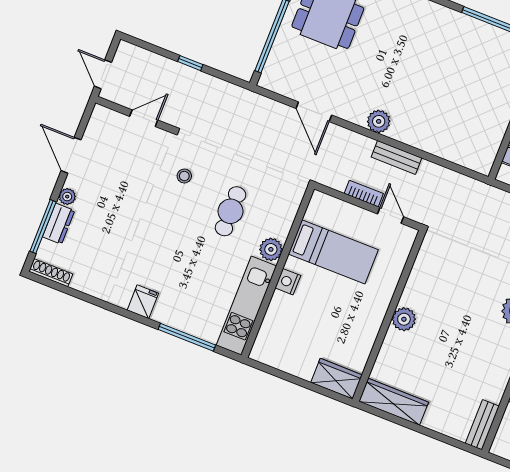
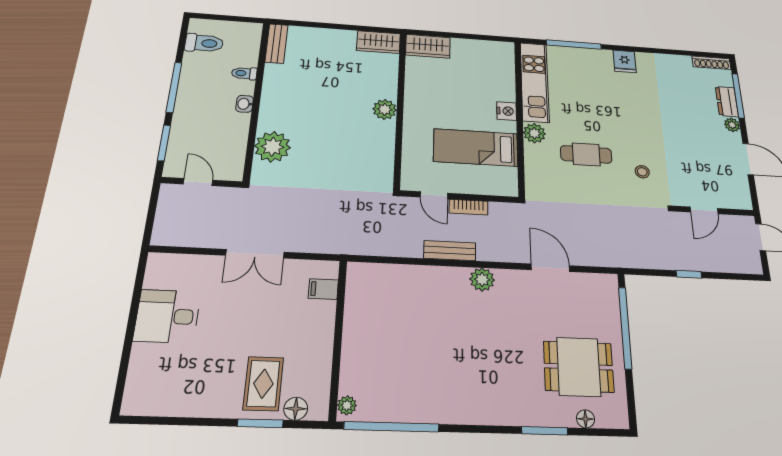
cafe table: (230, 211) -> (586, 154), turned 90
wardrobe: (394, 402) -> (378, 42), width x0.67

